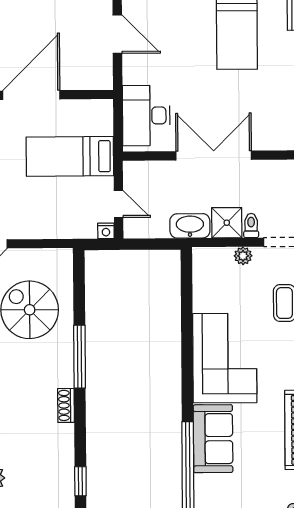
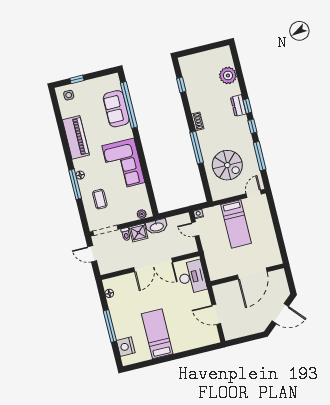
bed: (70, 156) -> (236, 224), moved, turned 90
plant: (243, 256) -> (142, 214), moved
sofa: (213, 439) -> (116, 109), moved

